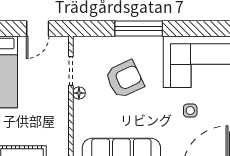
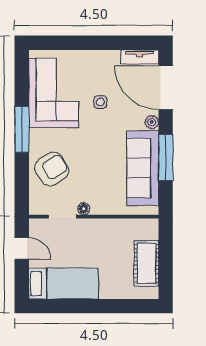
window: (139, 29) -> (22, 129), moved
armchair: (125, 79) -> (52, 169), moved, turned 82

